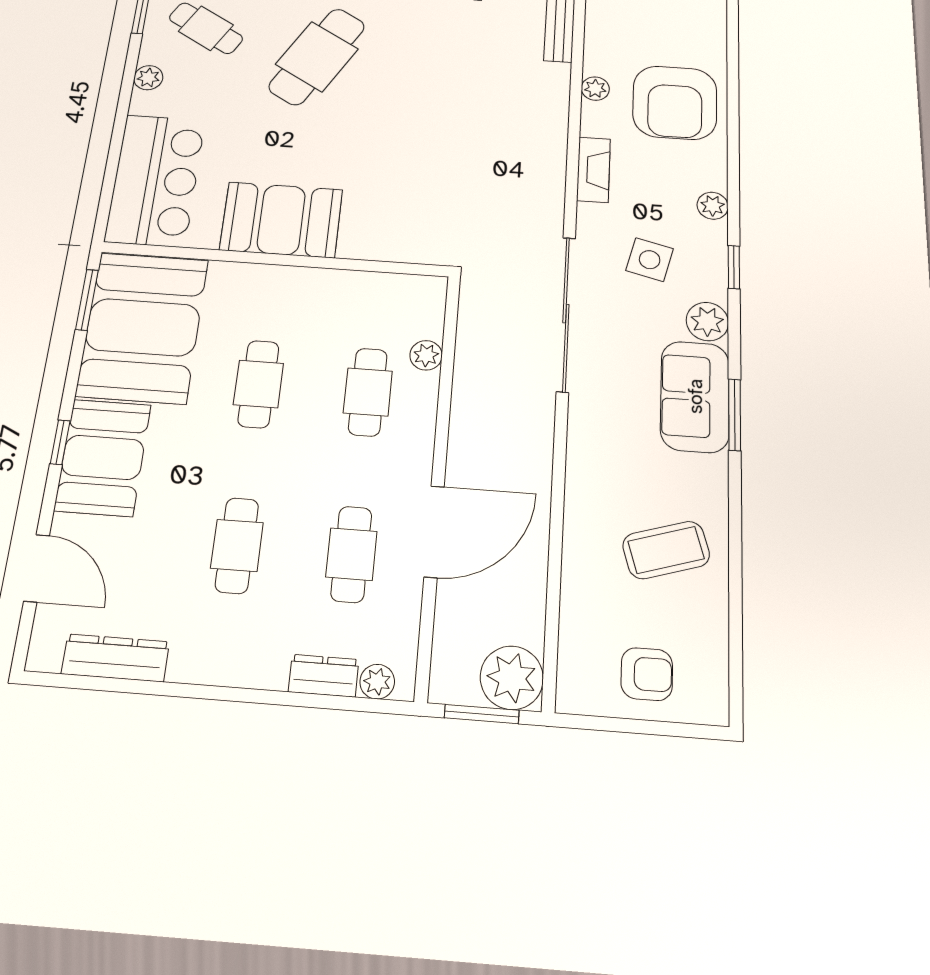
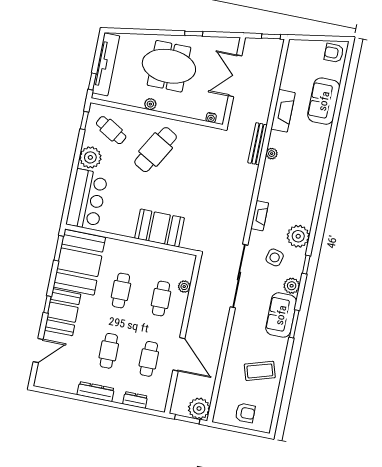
plant: (148, 78) -> (90, 157), width x1.88, depth x1.88
plant: (595, 89) -> (272, 154), moved
armchair: (675, 103) -> (297, 189), removed
plant: (713, 206) -> (298, 236), width x1.88, depth x1.88
booth: (281, 220) -> (160, 228), moved
door: (434, 532) -> (179, 354), hinge flipped
door: (37, 568) -> (38, 350), hinge flipped
dresser: (115, 658) -> (96, 392), moved
plant: (377, 682) -> (153, 404), removed

